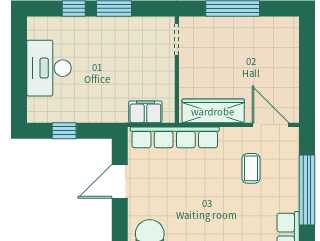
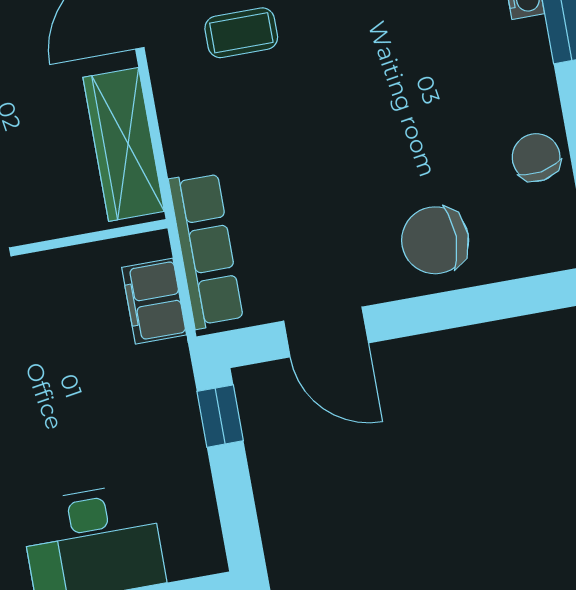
window: (64, 131) -> (220, 416), moved
row of seats: (175, 137) -> (206, 250), width x0.73

